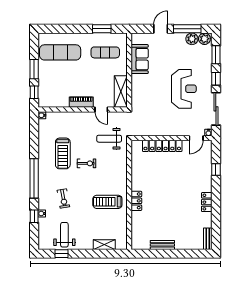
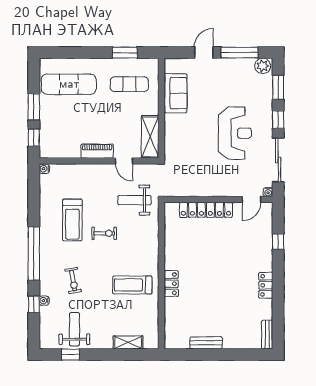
plant: (192, 39) -> (246, 66), removed

